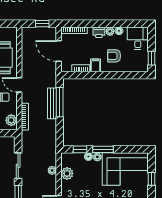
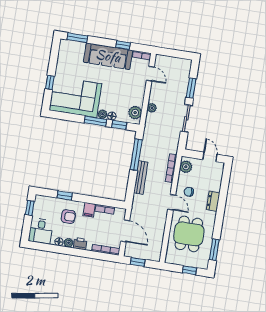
window: (121, 75) -> (65, 195), added
window: (60, 102) -> (136, 155), moved
plant: (67, 173) -> (135, 113), moved

